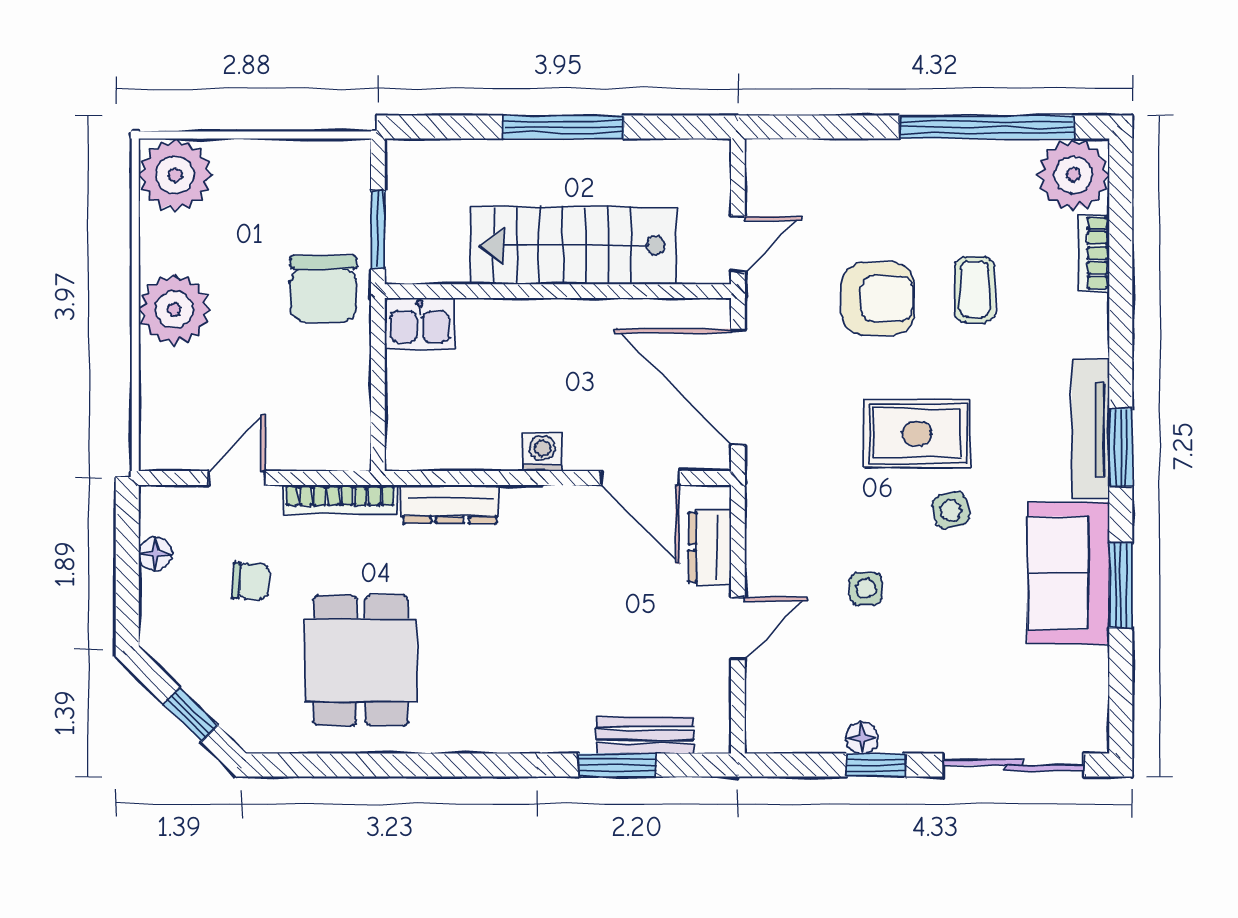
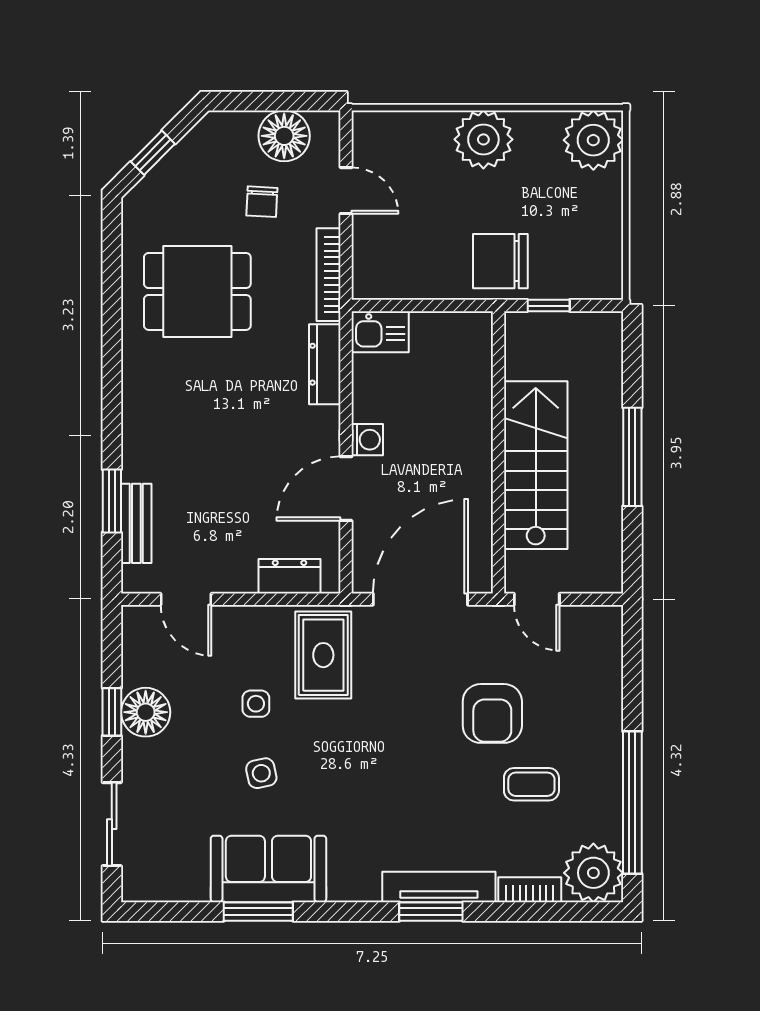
window: (378, 230) -> (549, 306), width x0.67
coffee table: (975, 290) -> (531, 784), moved
kitchen sink: (420, 323) -> (380, 332), moved, turned -90
tv unit: (1091, 429) -> (439, 887), moved
rug: (917, 433) -> (323, 655), moved
window: (1121, 448) -> (431, 912), moved
door: (640, 478) -> (346, 489), moved
side table: (951, 510) -> (261, 773), moved
floor lamp: (155, 554) -> (284, 136), width x1.89, depth x1.89
door: (738, 628) -> (186, 599), moved
floor lamp: (862, 738) -> (146, 712), width x1.89, depth x1.89
sliding door: (1014, 765) -> (112, 824), width x0.73

